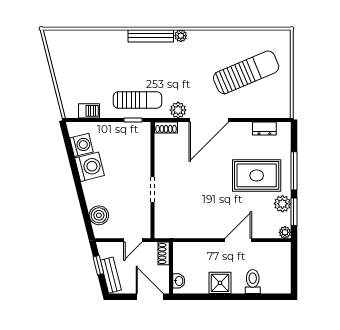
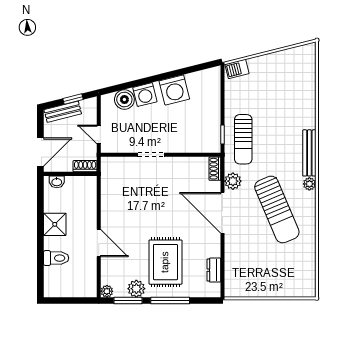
sun lounger: (246, 72) -> (277, 209), moved
barbecue: (89, 111) -> (237, 69), moved, turned 76
washing machine: (81, 145) -> (145, 95), moved

